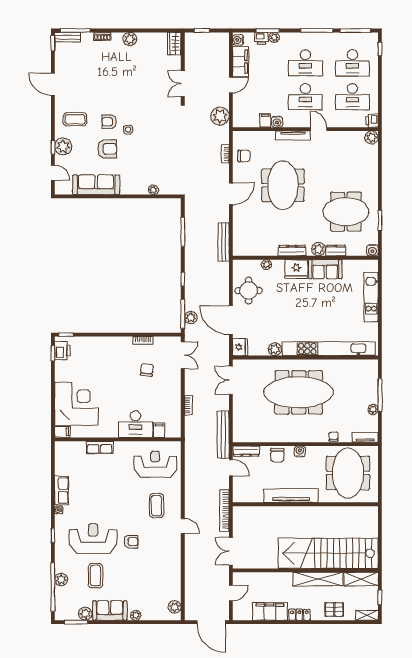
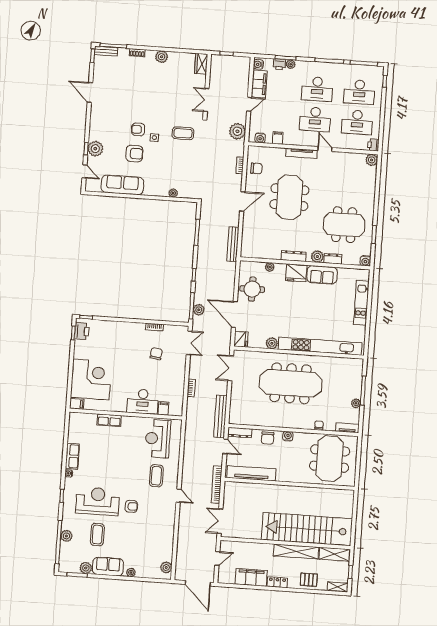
coffee table: (75, 119) -> (183, 133), moved
water cooler: (277, 122) -> (260, 138), moved
reception desk: (155, 464) -> (158, 439), turned -90
tv unit: (291, 496) -> (251, 473), moved

